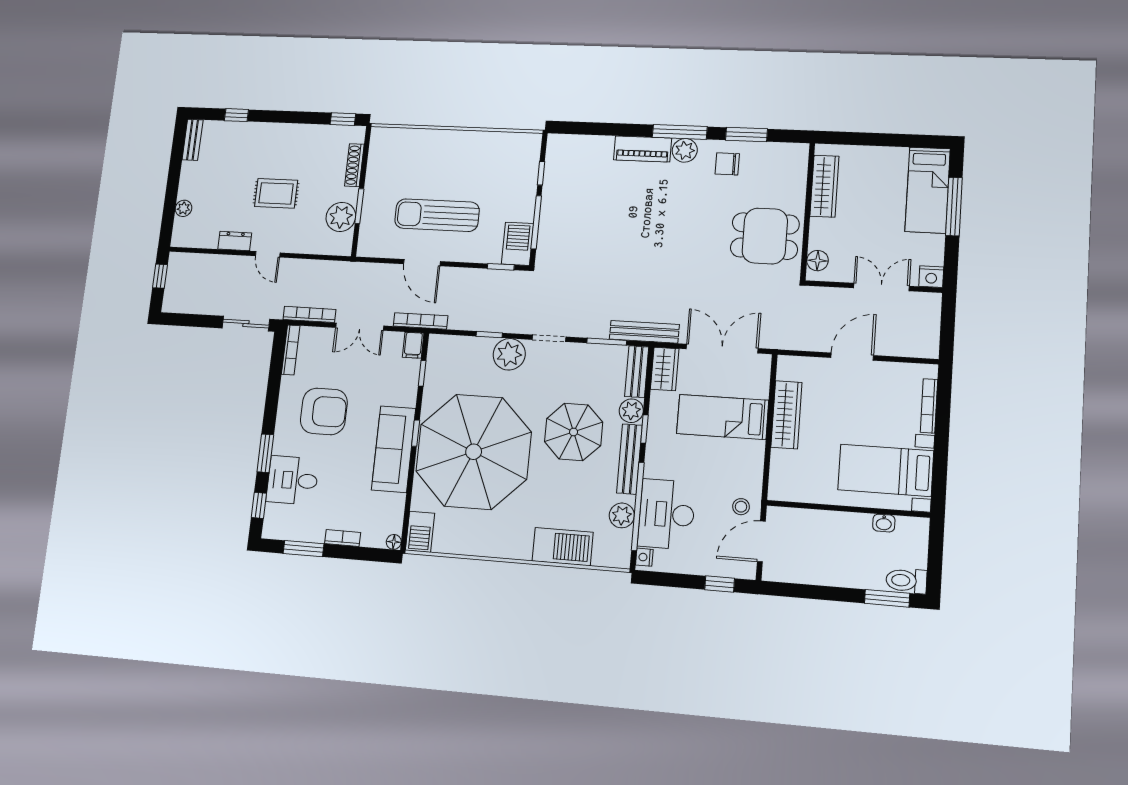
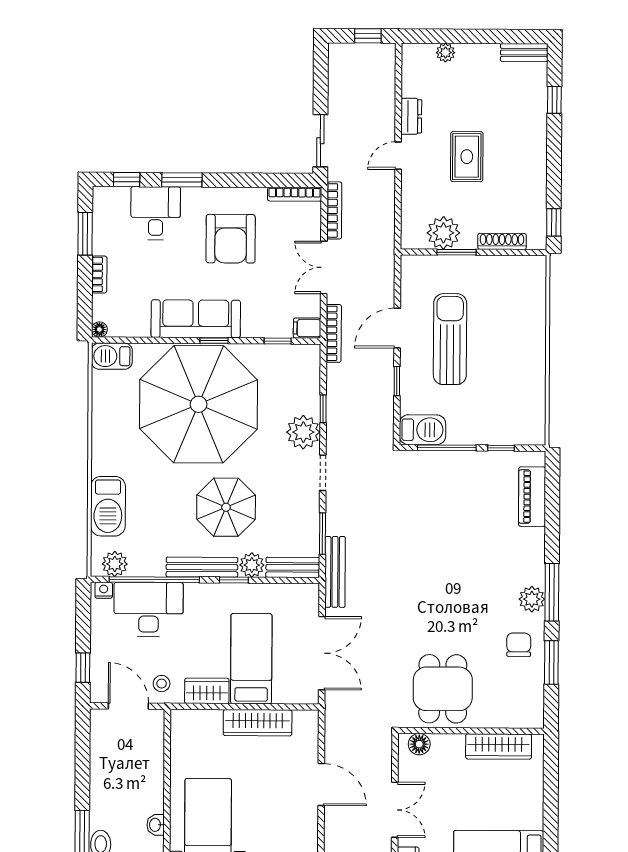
piano: (643, 149) -> (532, 497), moved
window: (501, 267) -> (397, 381), moved
wardrobe: (665, 369) -> (207, 691), moved, turned 180
plant: (622, 515) -> (115, 564), moved

